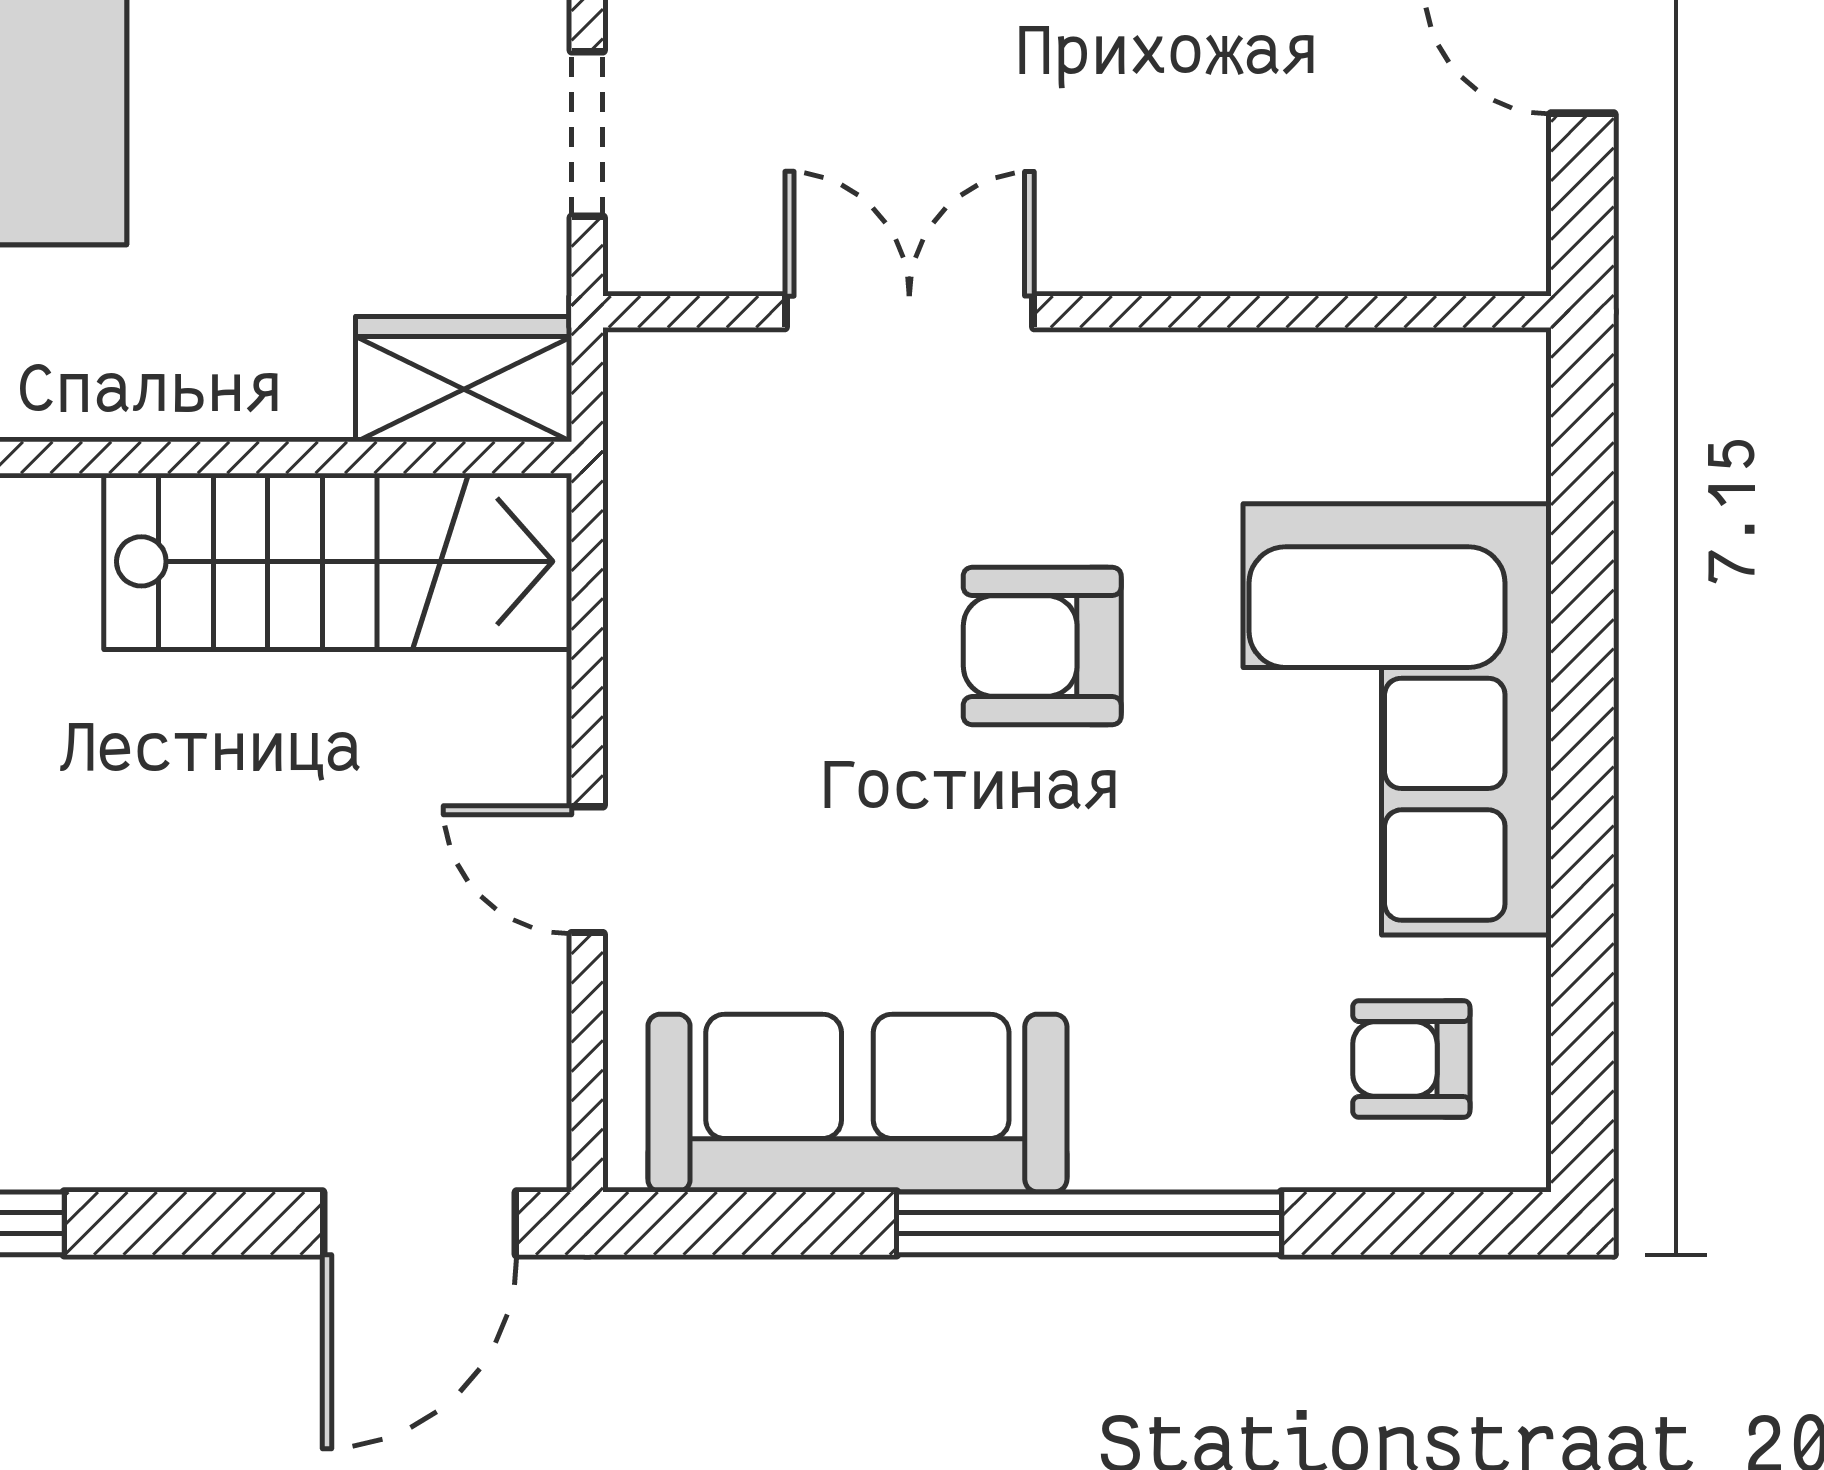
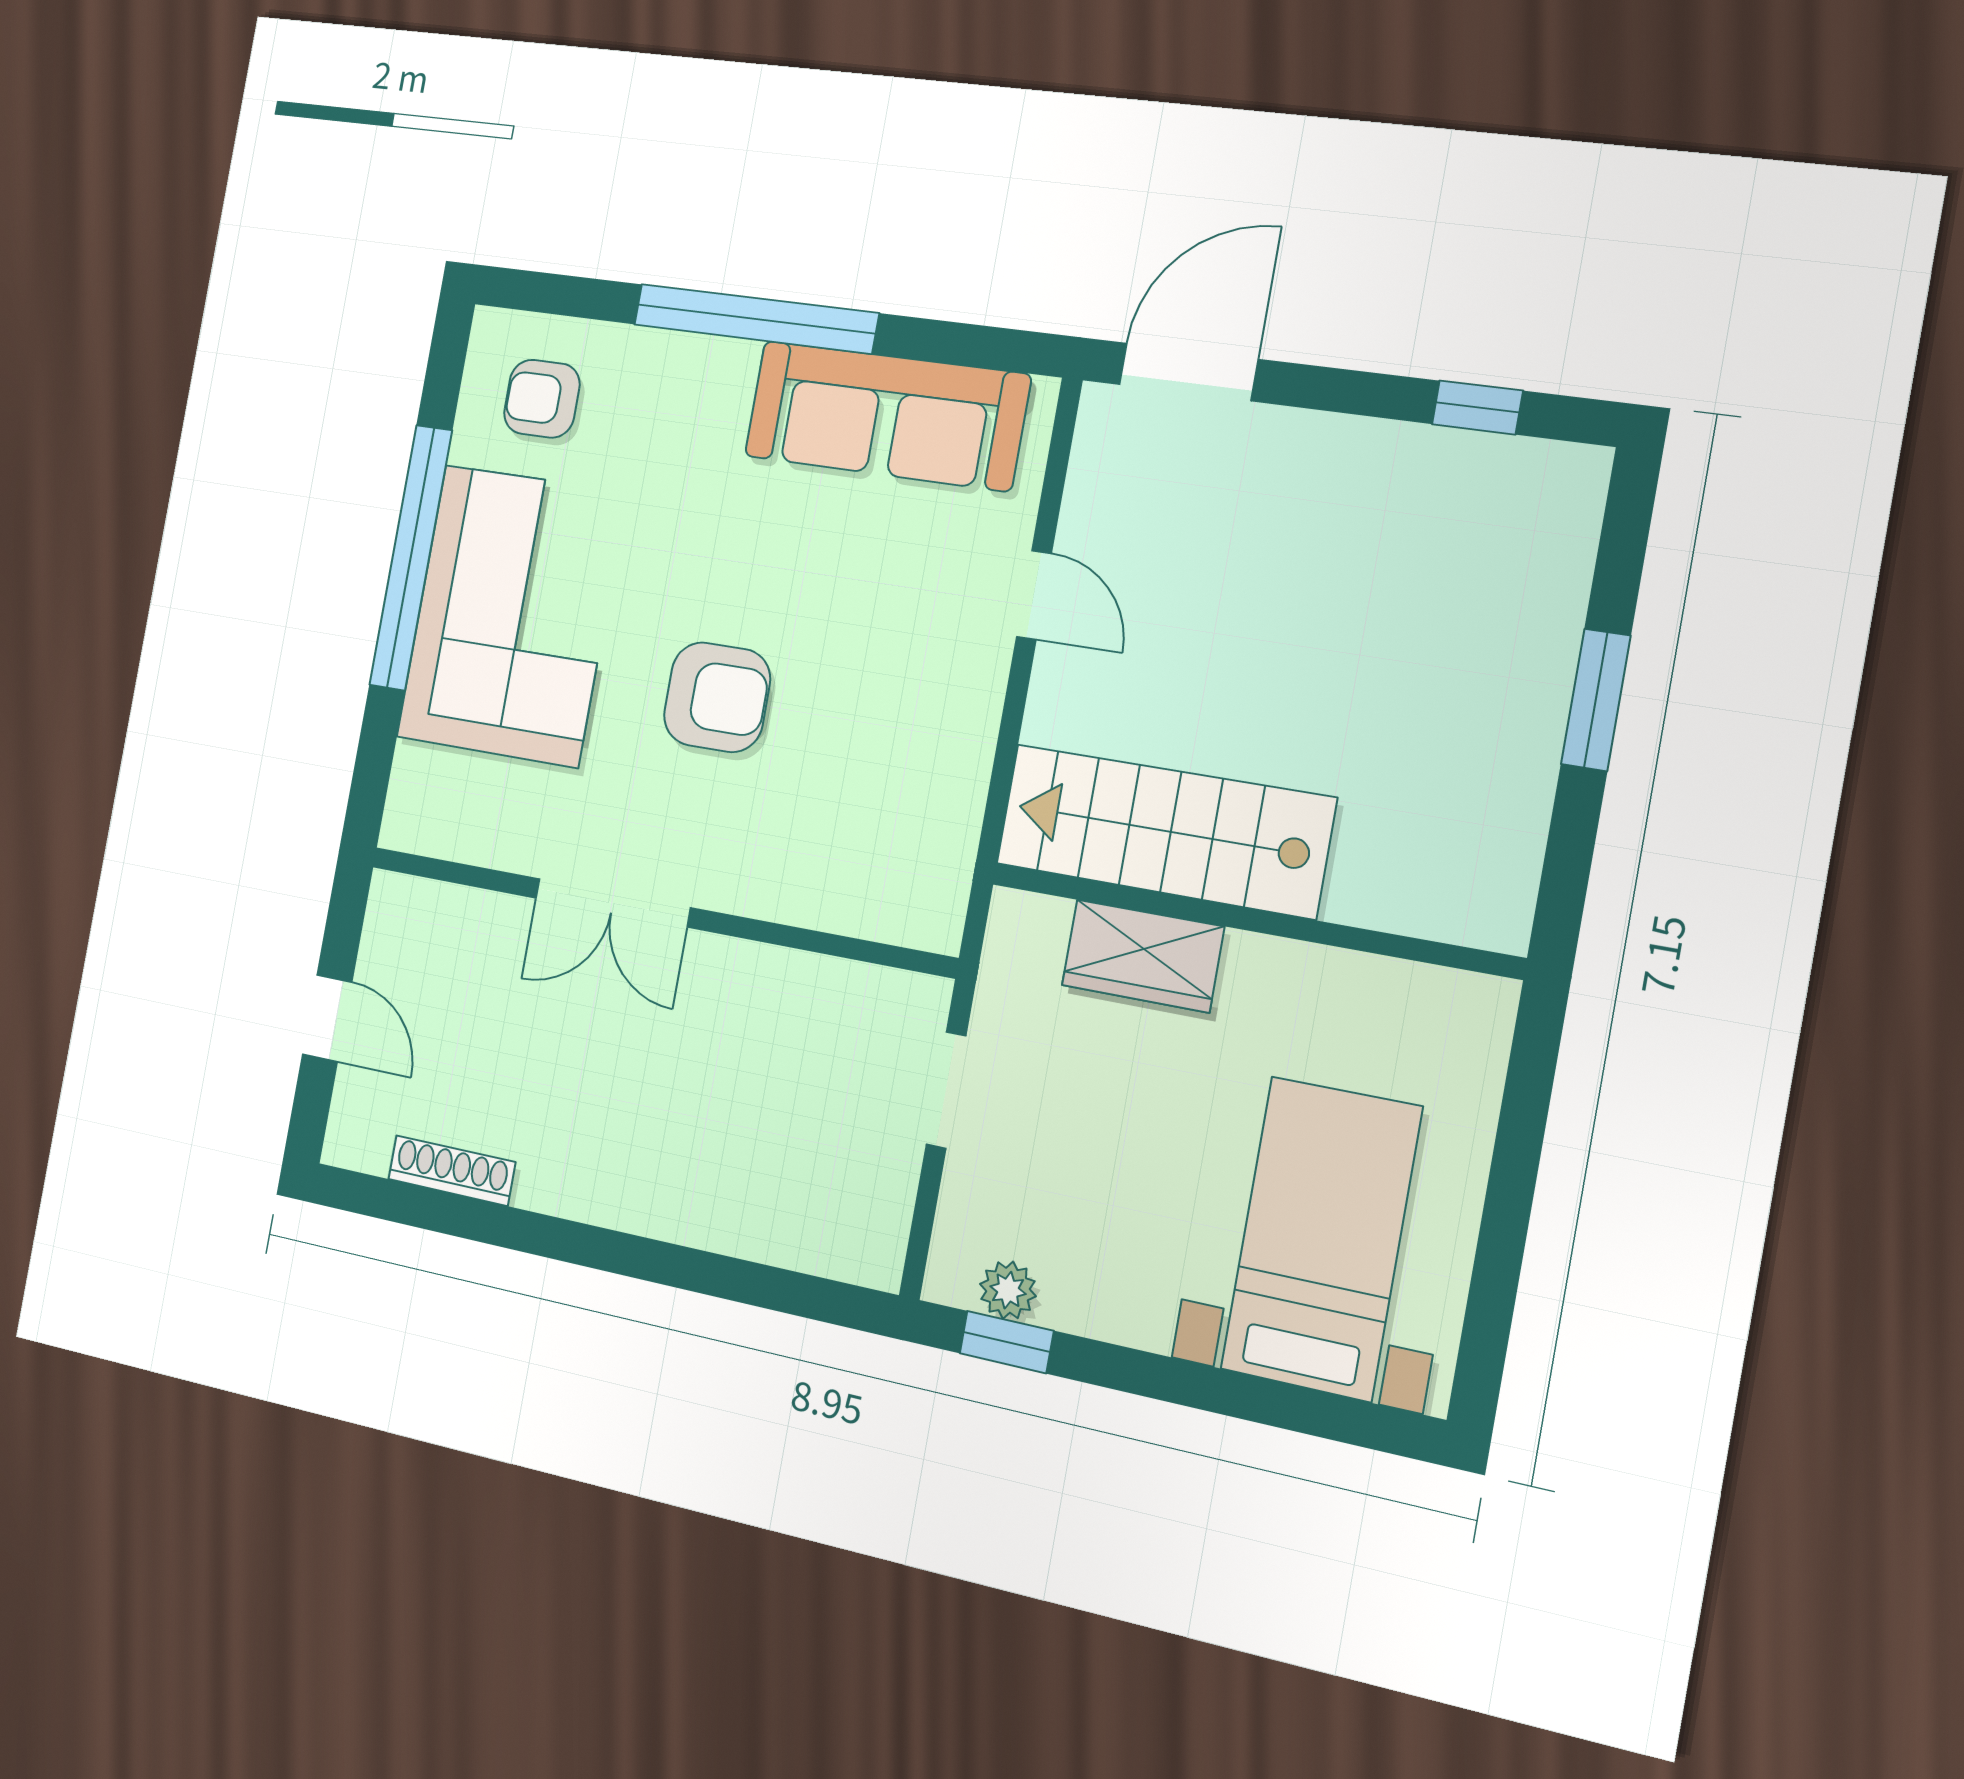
double door: (909, 312) -> (613, 903), moved
wardrobe: (464, 379) -> (1143, 956), moved
window: (1582, 784) -> (411, 558), added
armchair: (1411, 1059) -> (542, 399), turned 180

